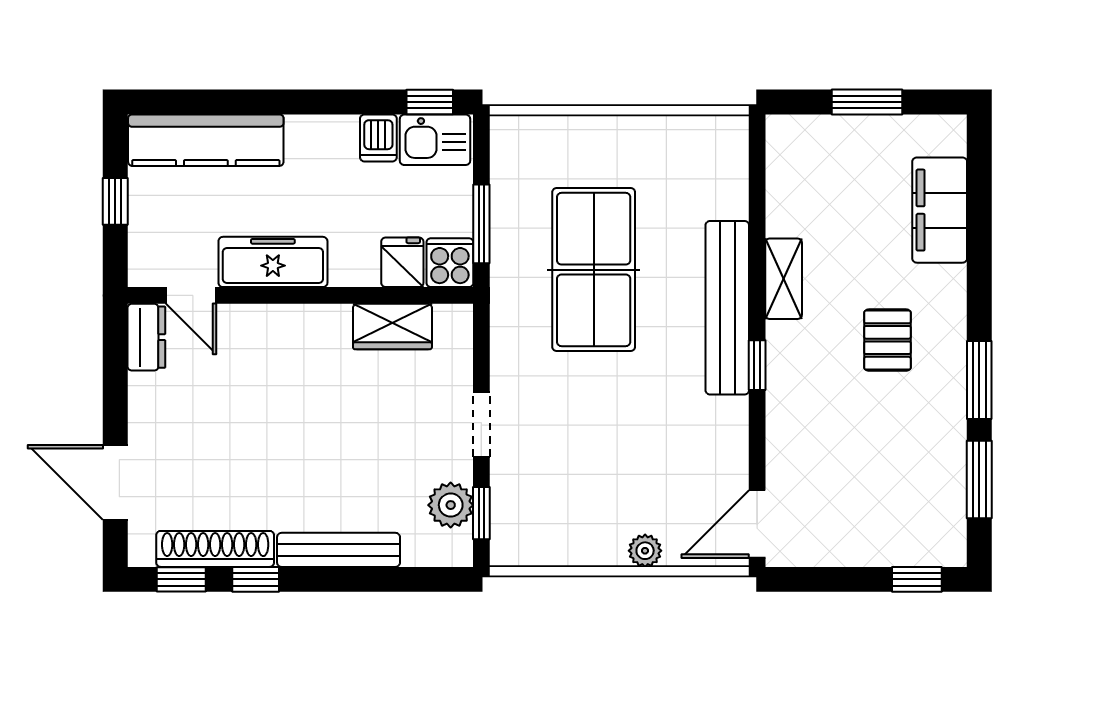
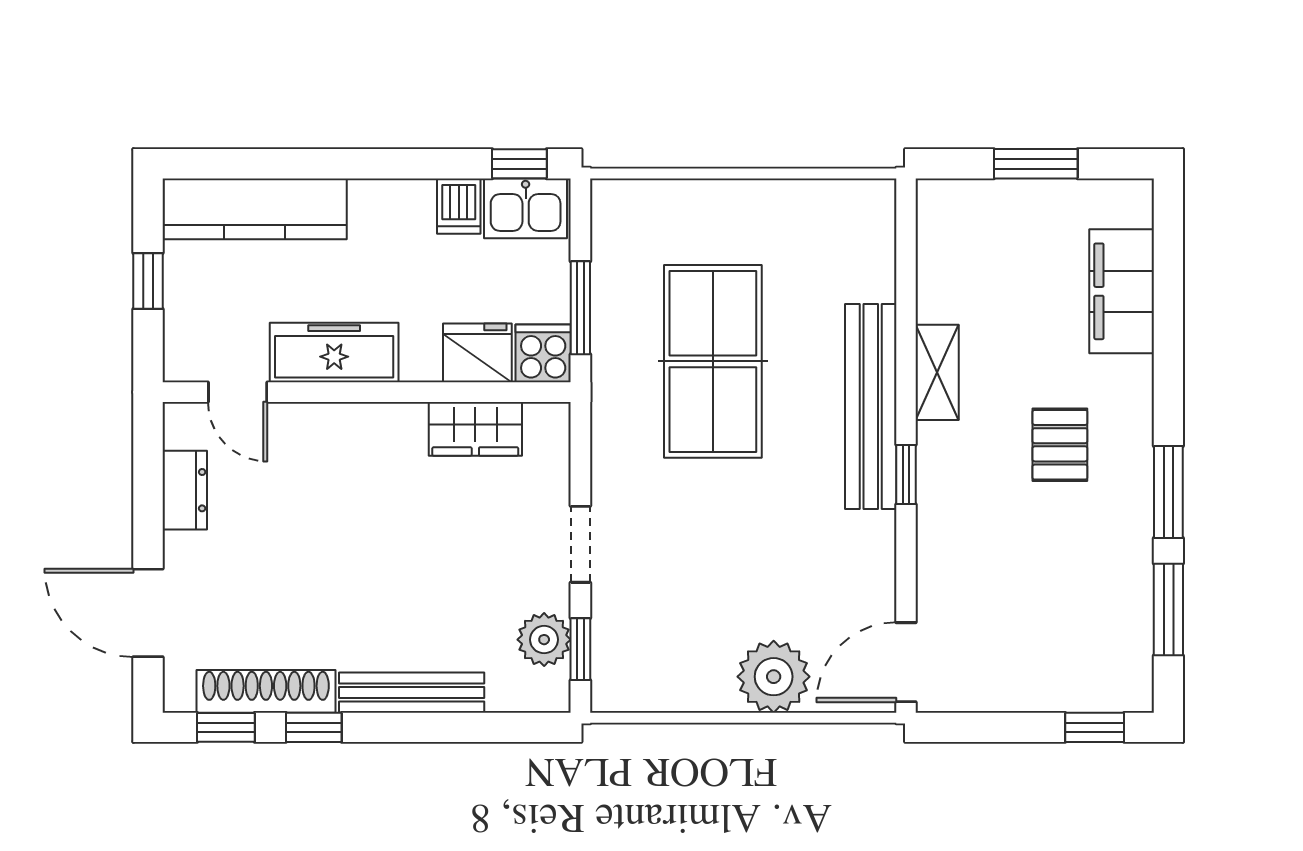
fridge: (402, 262) -> (477, 353), width x1.38
dresser: (146, 337) -> (185, 490), moved
plant: (645, 551) -> (774, 677), width x1.87, depth x1.87

